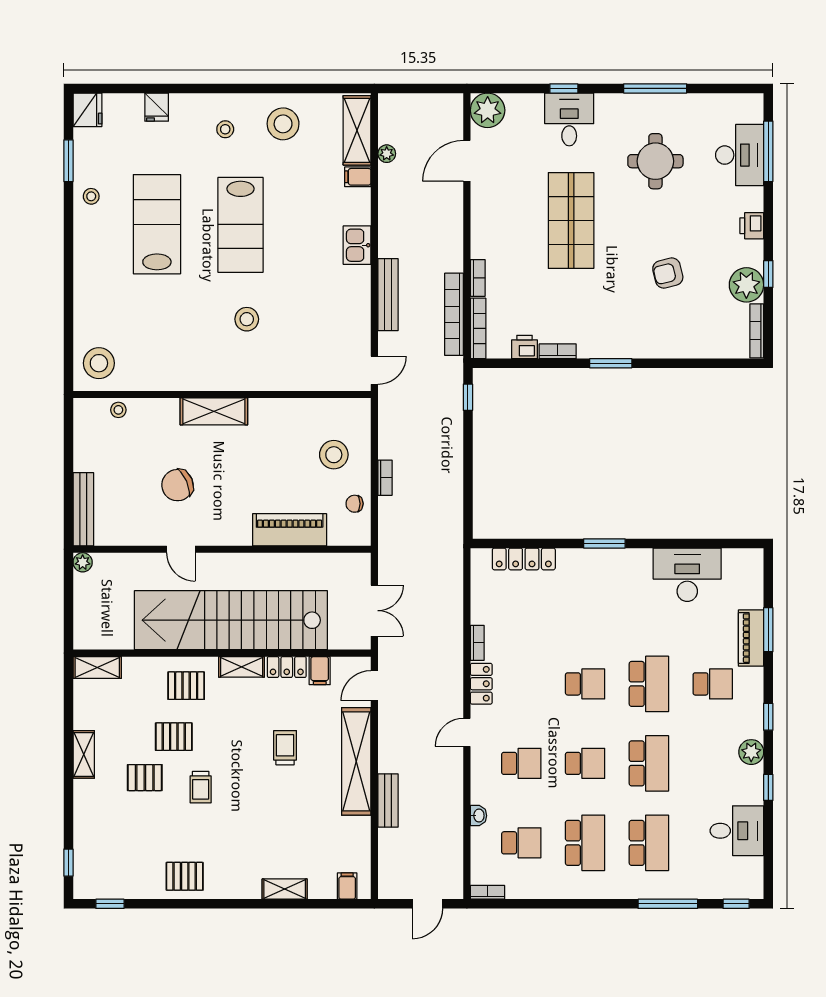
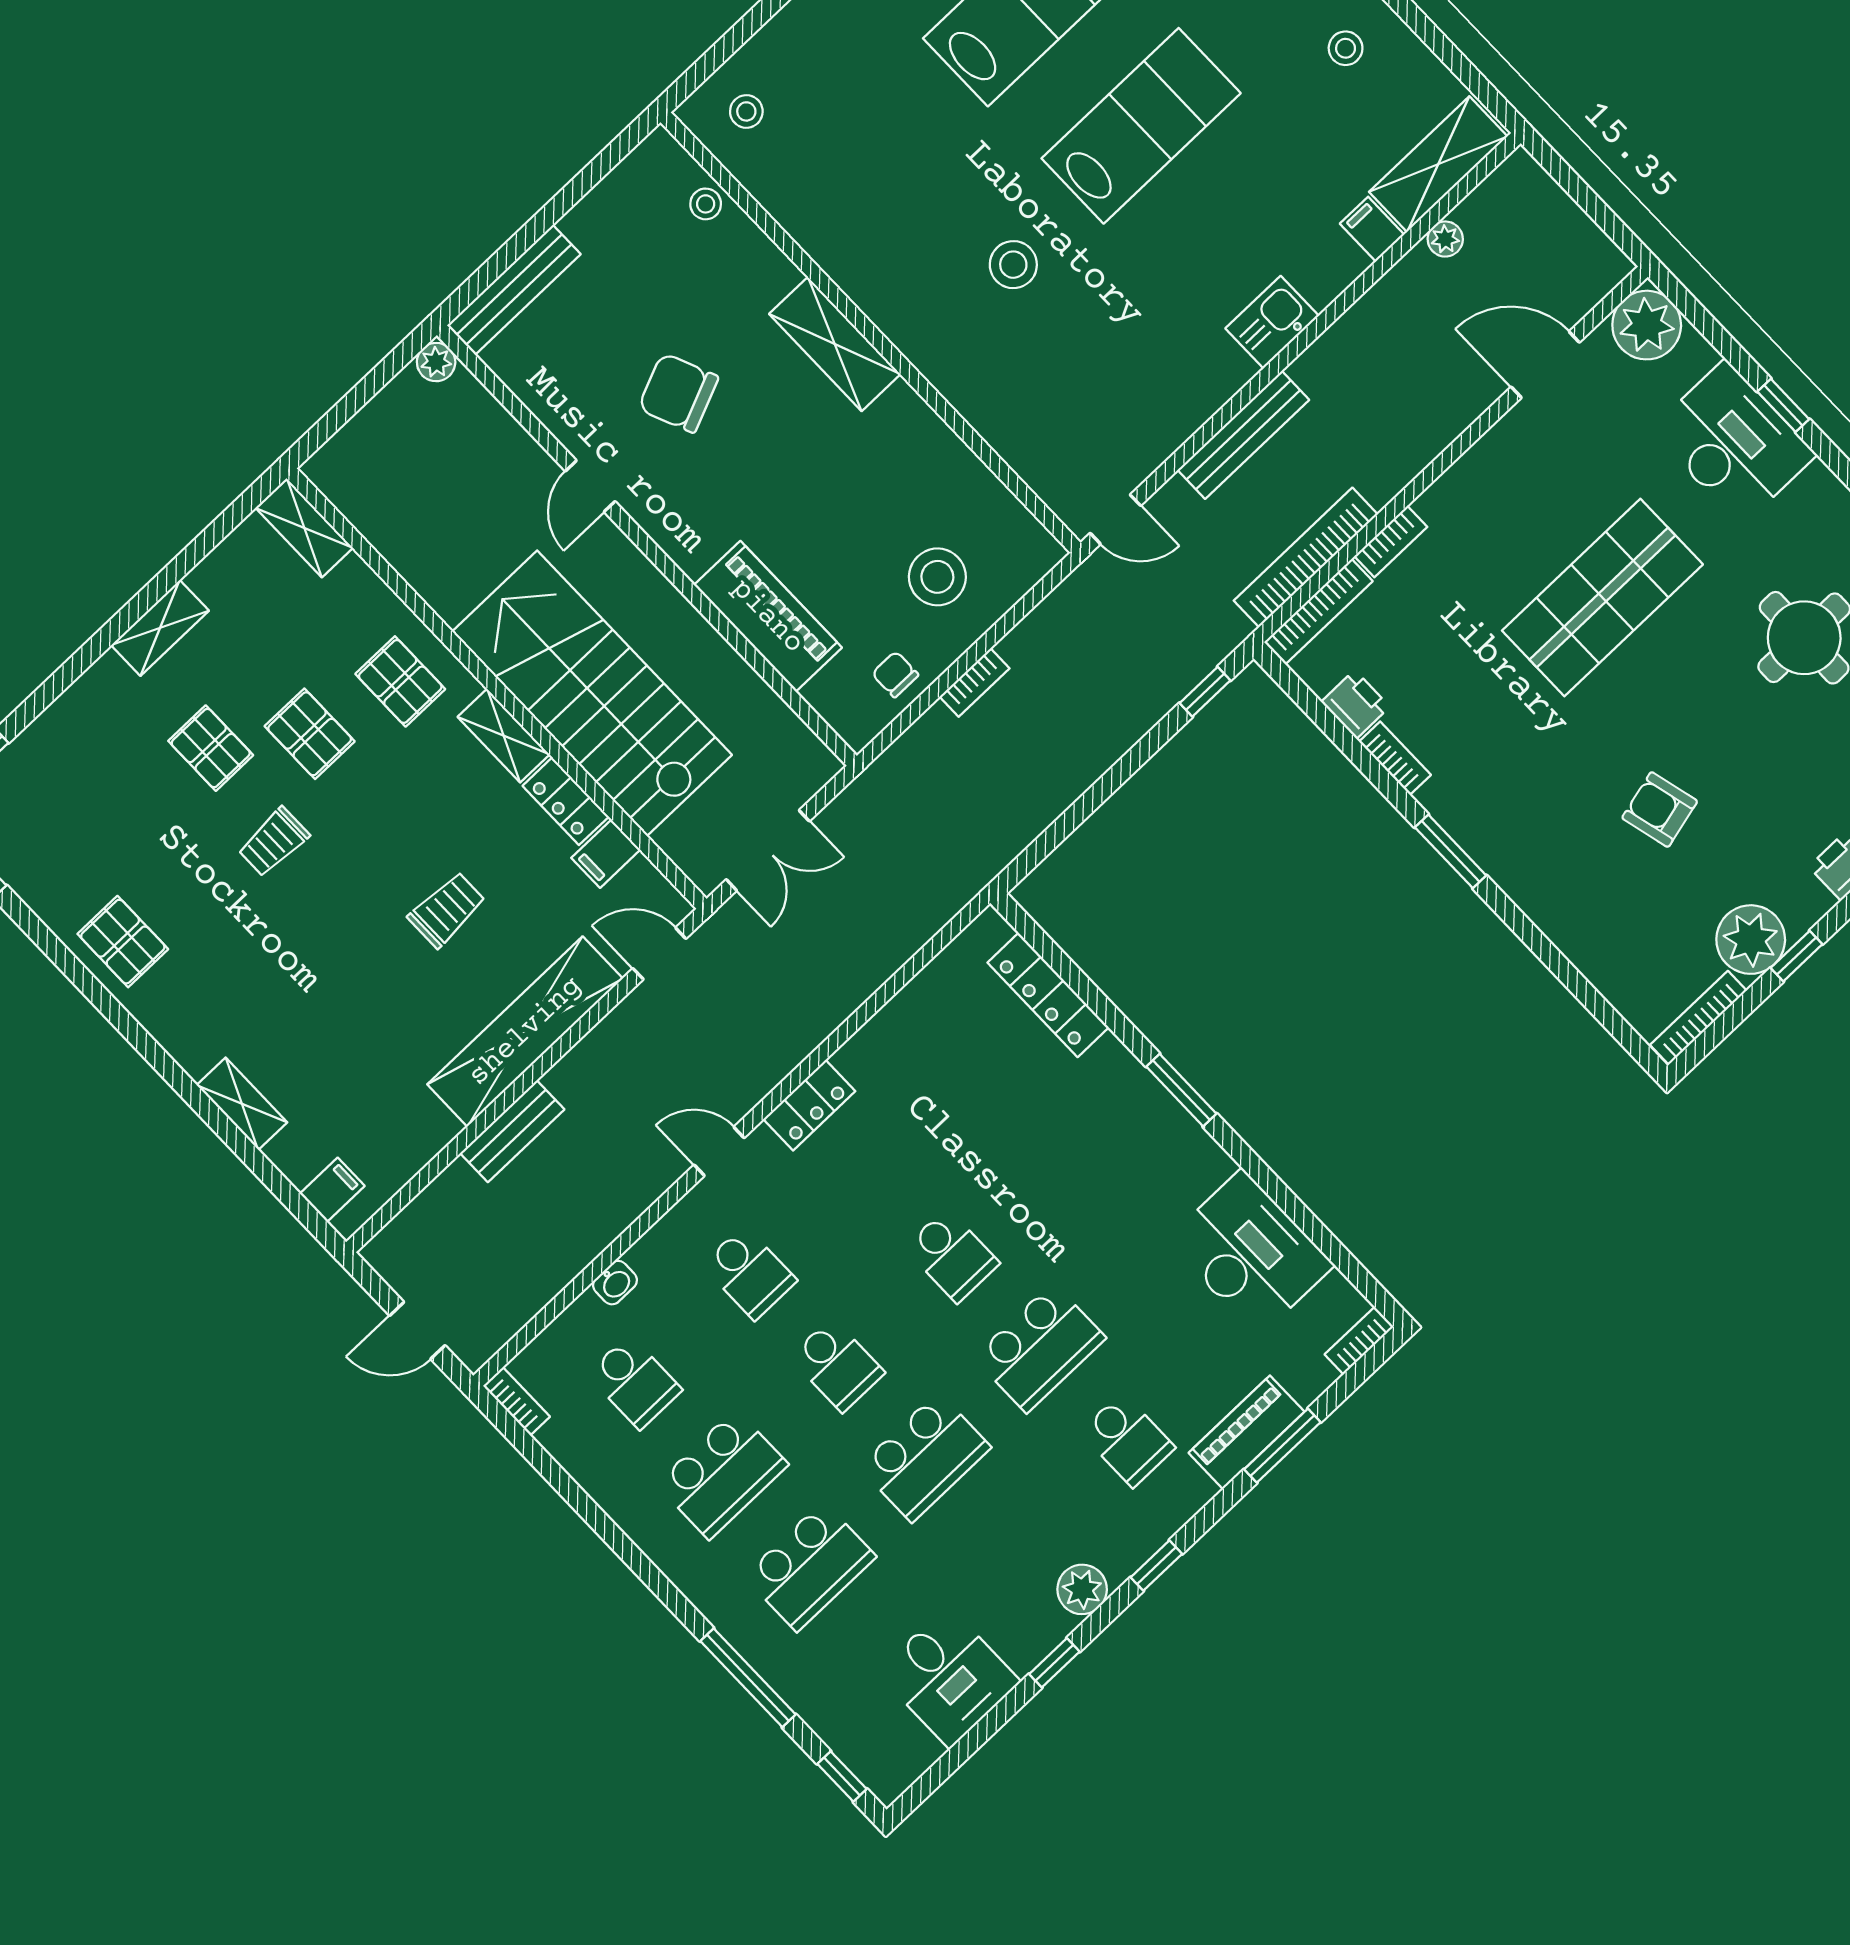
desk: (569, 119) -> (1733, 443), width x1.37
stool: (283, 124) -> (1346, 48), width x0.53, depth x0.53
lab bench: (241, 225) -> (1141, 126), turned 180
stool: (99, 363) -> (746, 111), width x0.53, depth x0.53
stairs: (231, 620) -> (592, 693), width x0.73
bookcase: (477, 643) -> (1359, 1341), moved, turned 180

